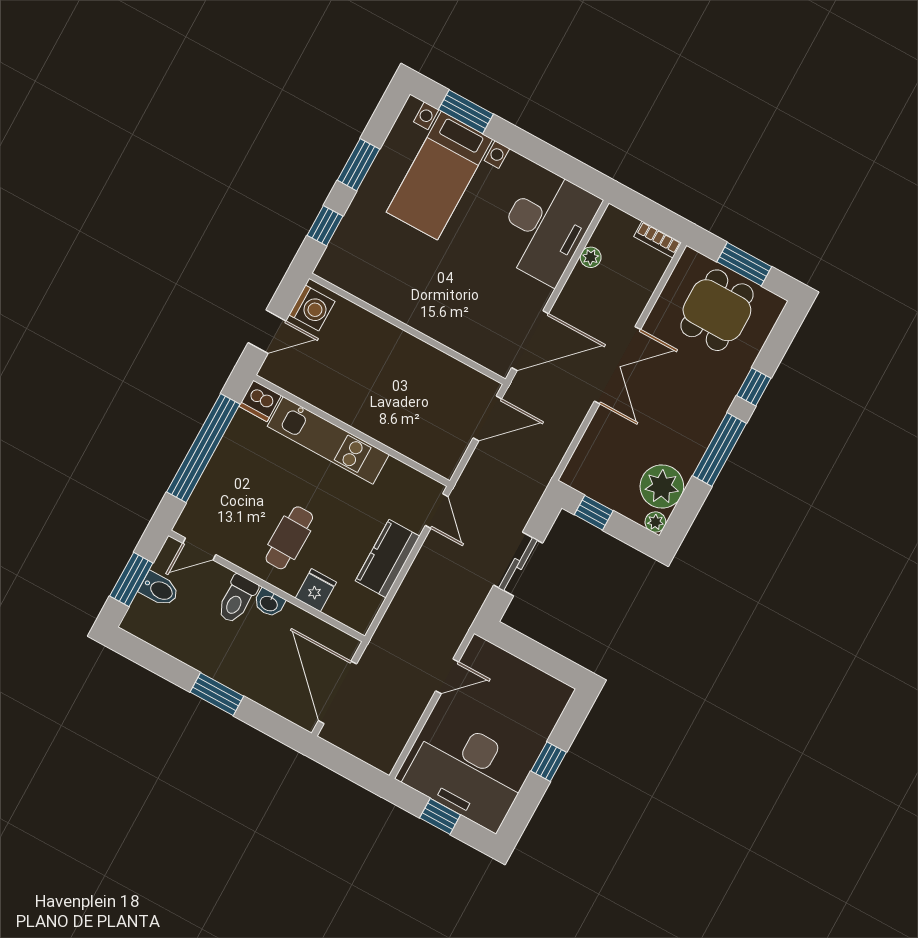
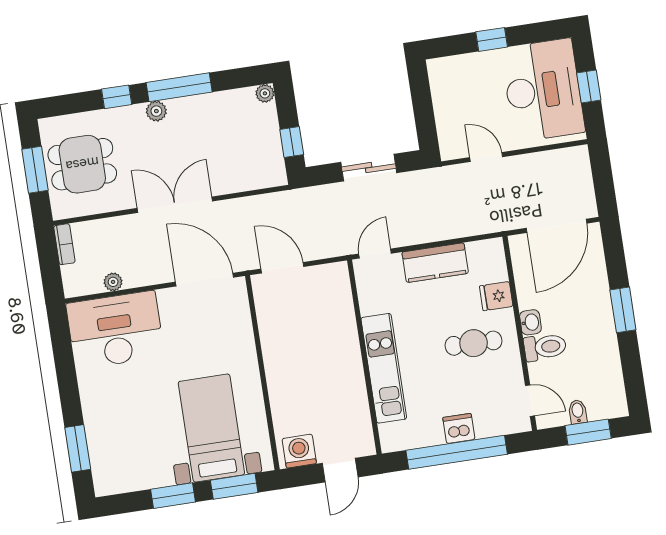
bed with nightstands: (439, 176) -> (211, 428), moved, turned -90
window: (325, 226) -> (234, 486), width x1.50
door: (267, 332) -> (340, 470), swing flipped
dishwasher: (260, 401) -> (459, 428), moved, turned -90
plant: (662, 487) -> (156, 111), moved, width x0.53, depth x0.53
bidet: (159, 589) -> (578, 412), width x0.72, depth x0.74

